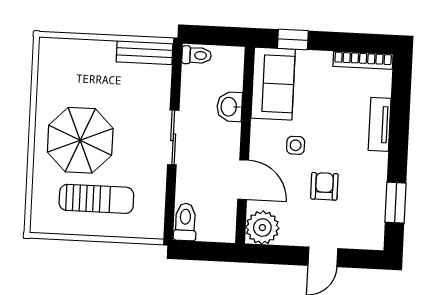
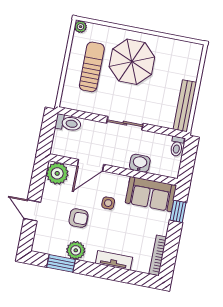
bench: (145, 53) -> (185, 106), width x1.36
plant: (373, 183) -> (76, 250), added
sun lounger: (96, 199) -> (92, 67), turned 180
plant: (39, 224) -> (81, 27), added

